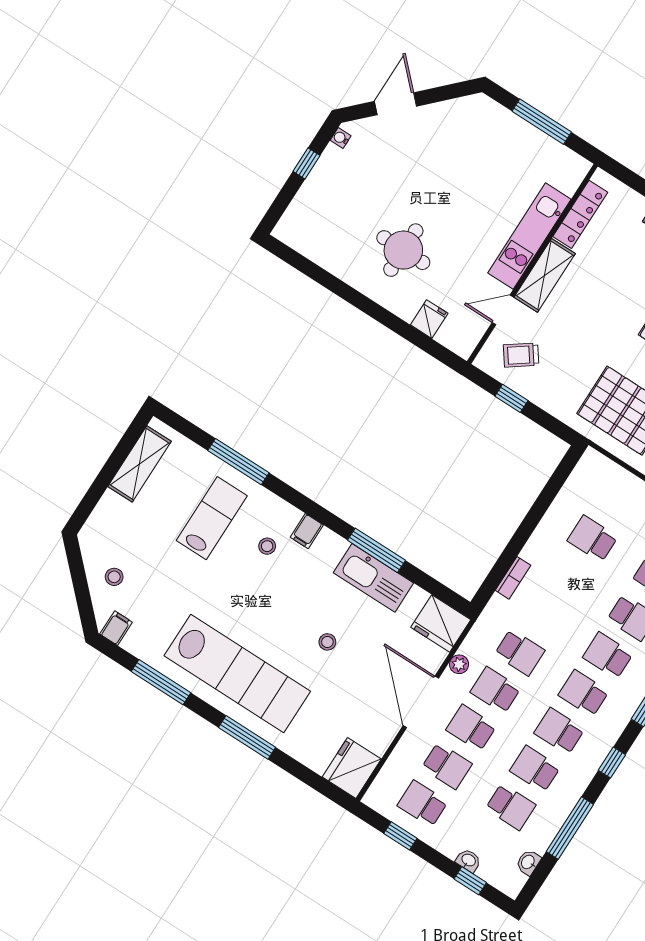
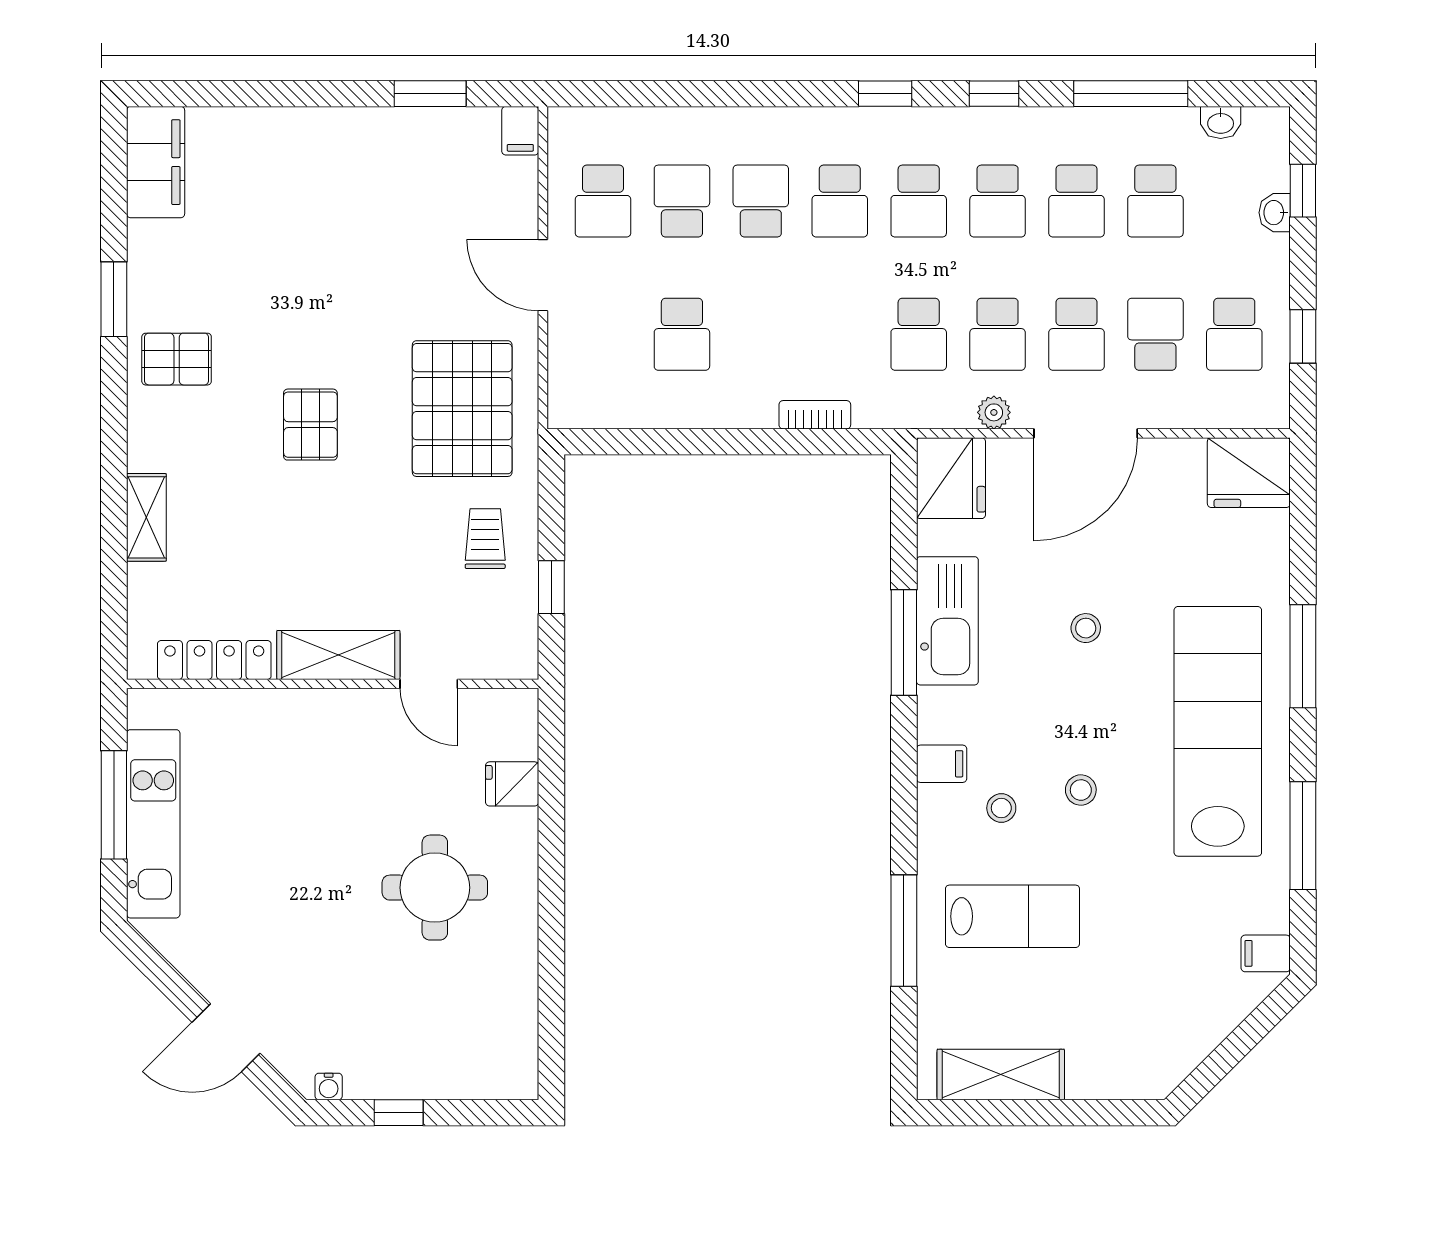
kitchen unit: (529, 236) -> (153, 824), moved, turned -90
trolley: (521, 355) -> (485, 539), moved, turned -144
lab bench: (212, 518) -> (1012, 916), turned 180
stool: (114, 577) -> (1081, 790), moved
school desk: (520, 652) -> (919, 334), turned 180
school desk: (511, 807) -> (1155, 201), turned 180

